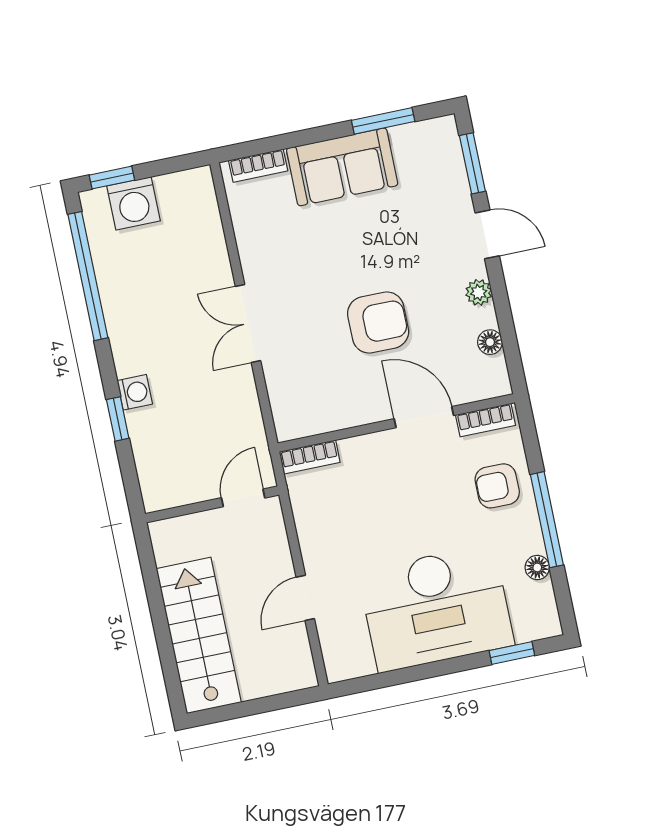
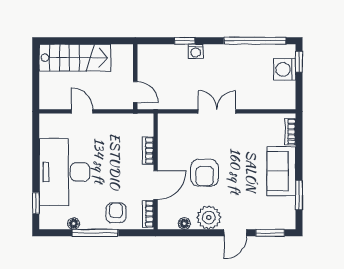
plant: (479, 292) -> (209, 218), width x1.88, depth x1.88
bookcase: (310, 457) -> (148, 150), moved

